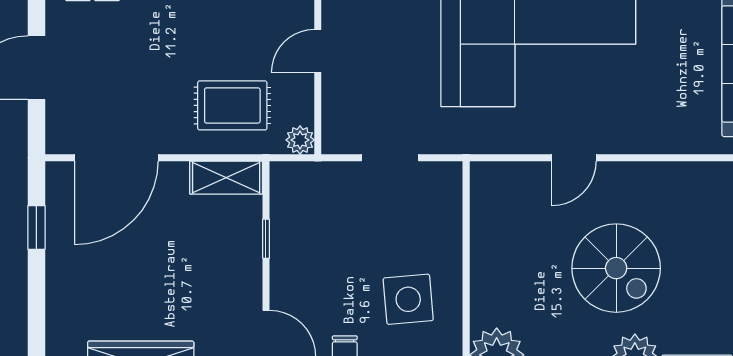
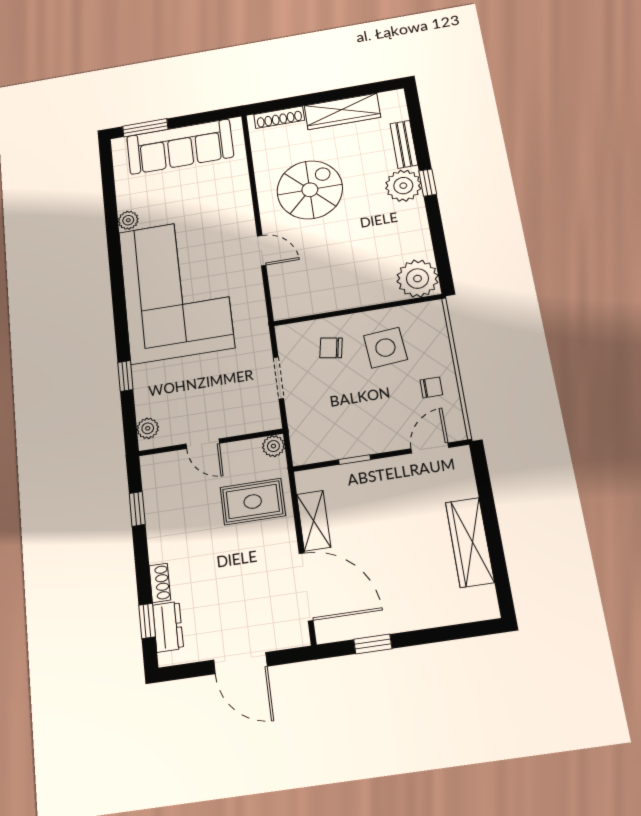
rug: (232, 105) -> (253, 502), turned 90
shelving: (226, 178) -> (314, 521), moved
chair: (420, 230) -> (331, 348), added
spiral stairs: (616, 268) -> (310, 190), moved

